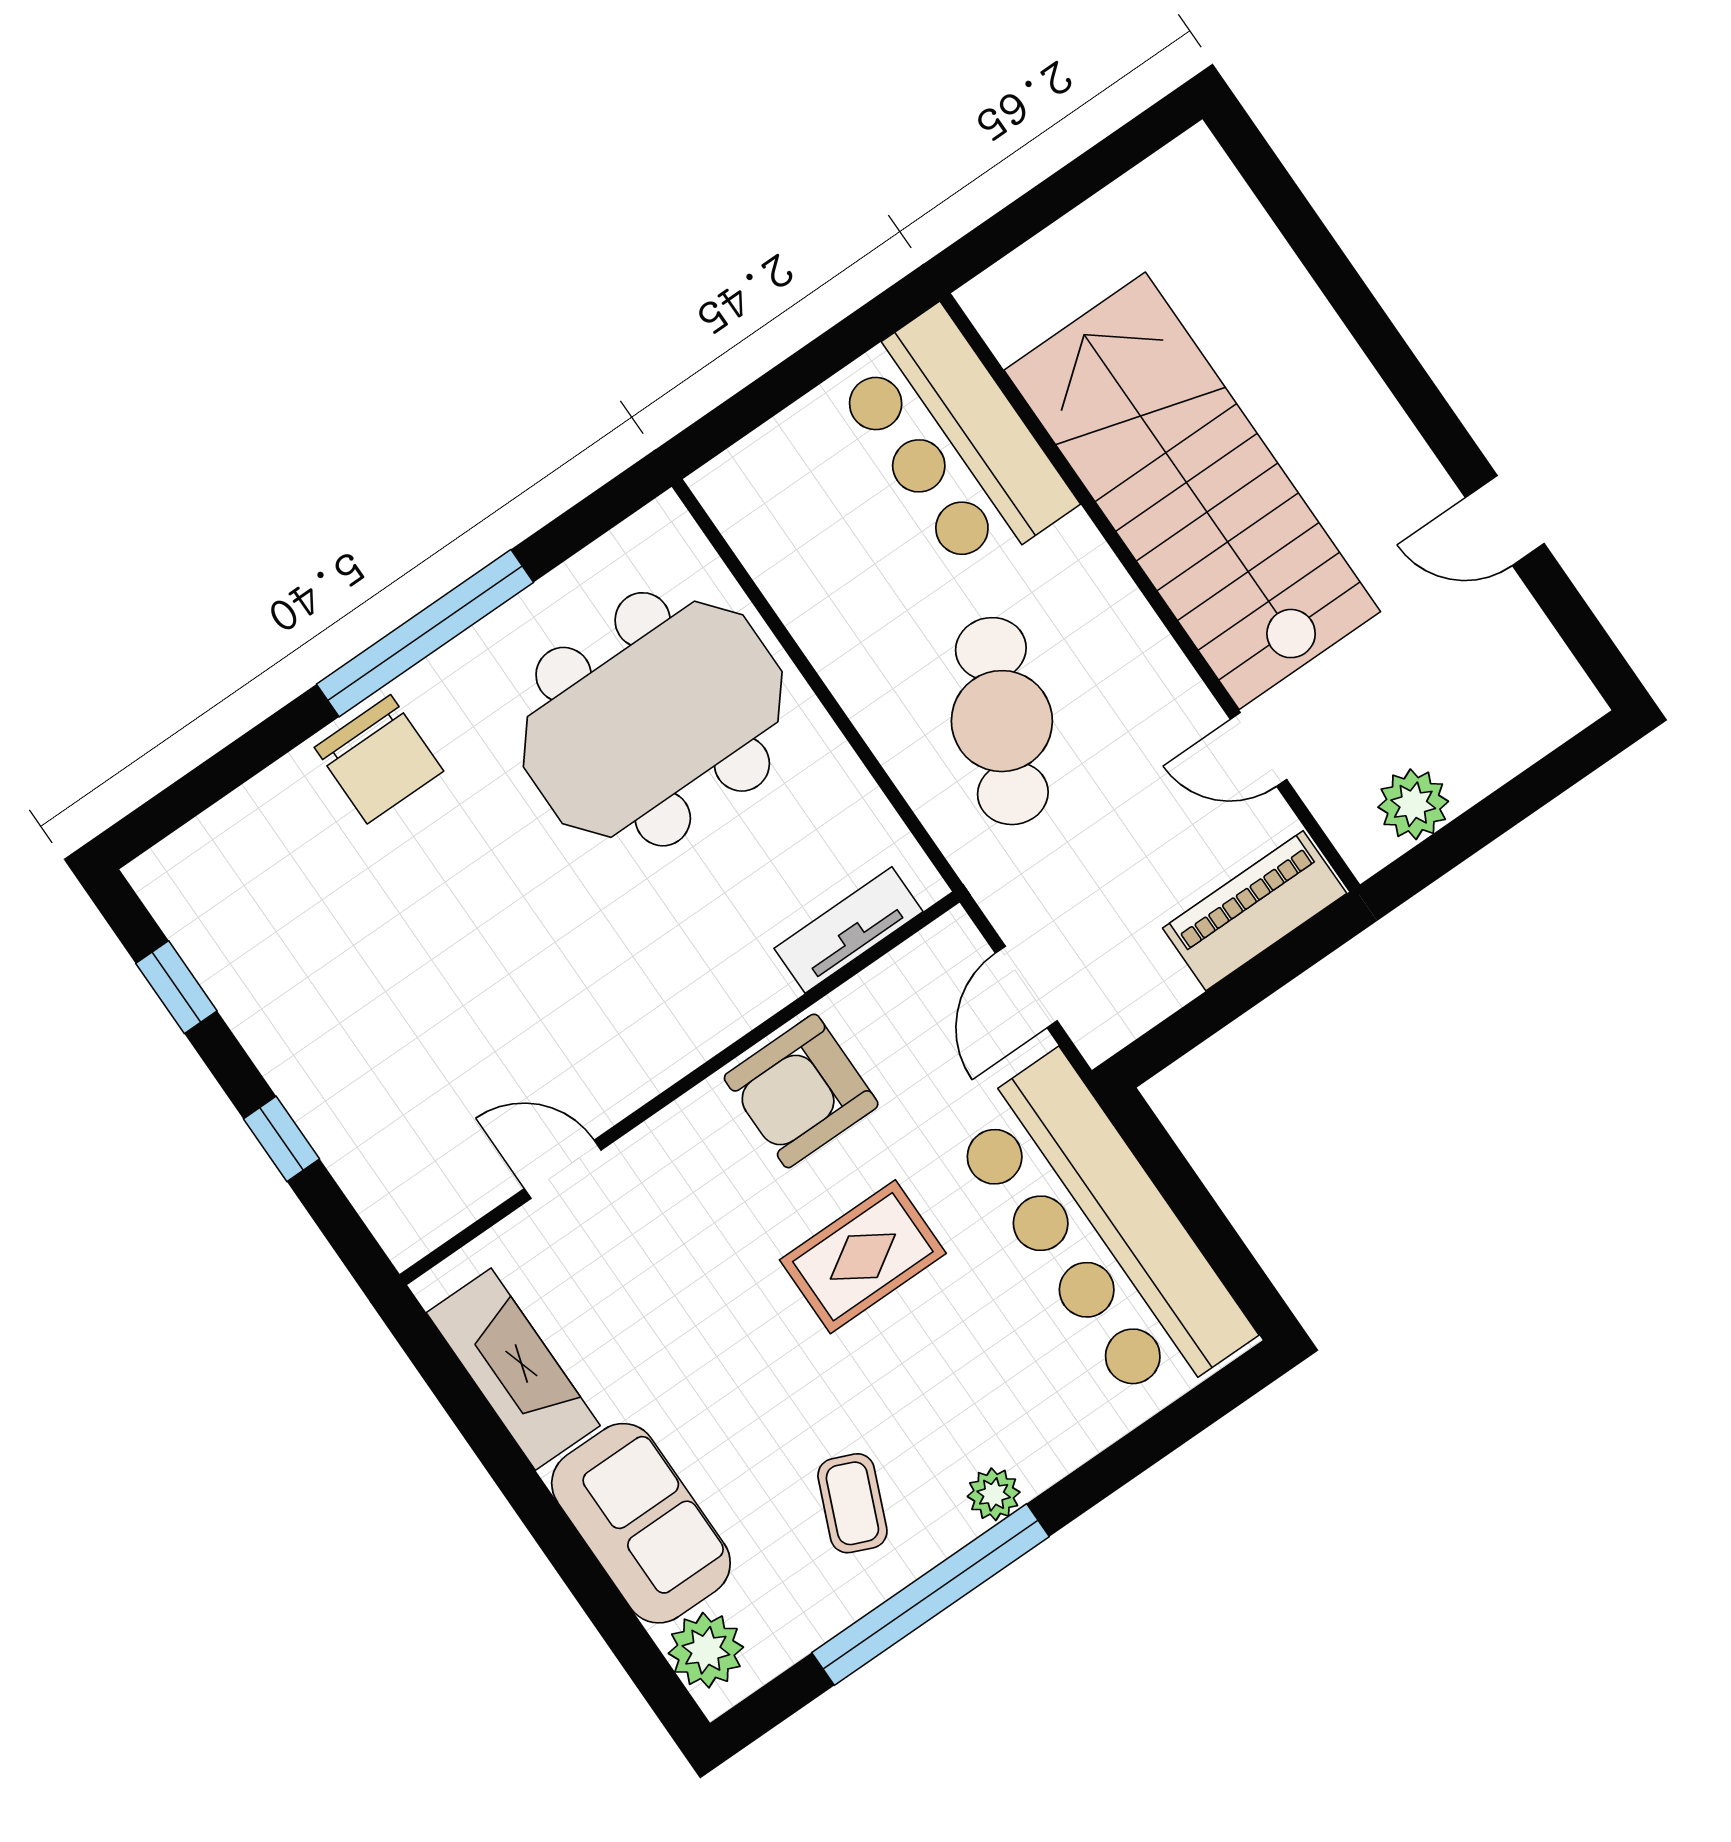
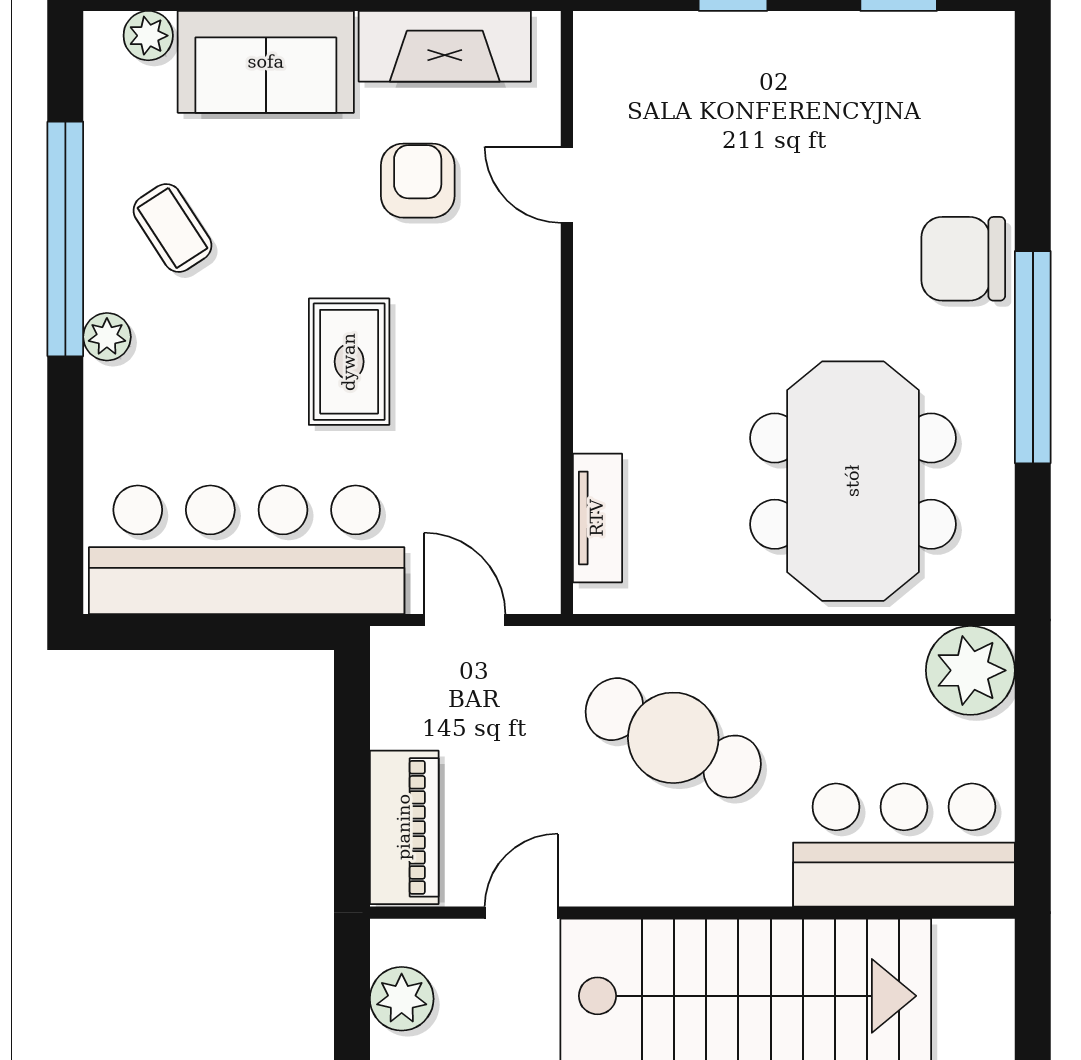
plant: (752, 492) -> (970, 670), added
armchair: (801, 1091) -> (418, 181), moved, width x0.72, depth x0.72
door: (563, 1169) -> (567, 185), swing flipped
coffee table: (852, 1503) -> (172, 228), turned 34
plant: (706, 1650) -> (148, 36), width x0.73, depth x0.73

